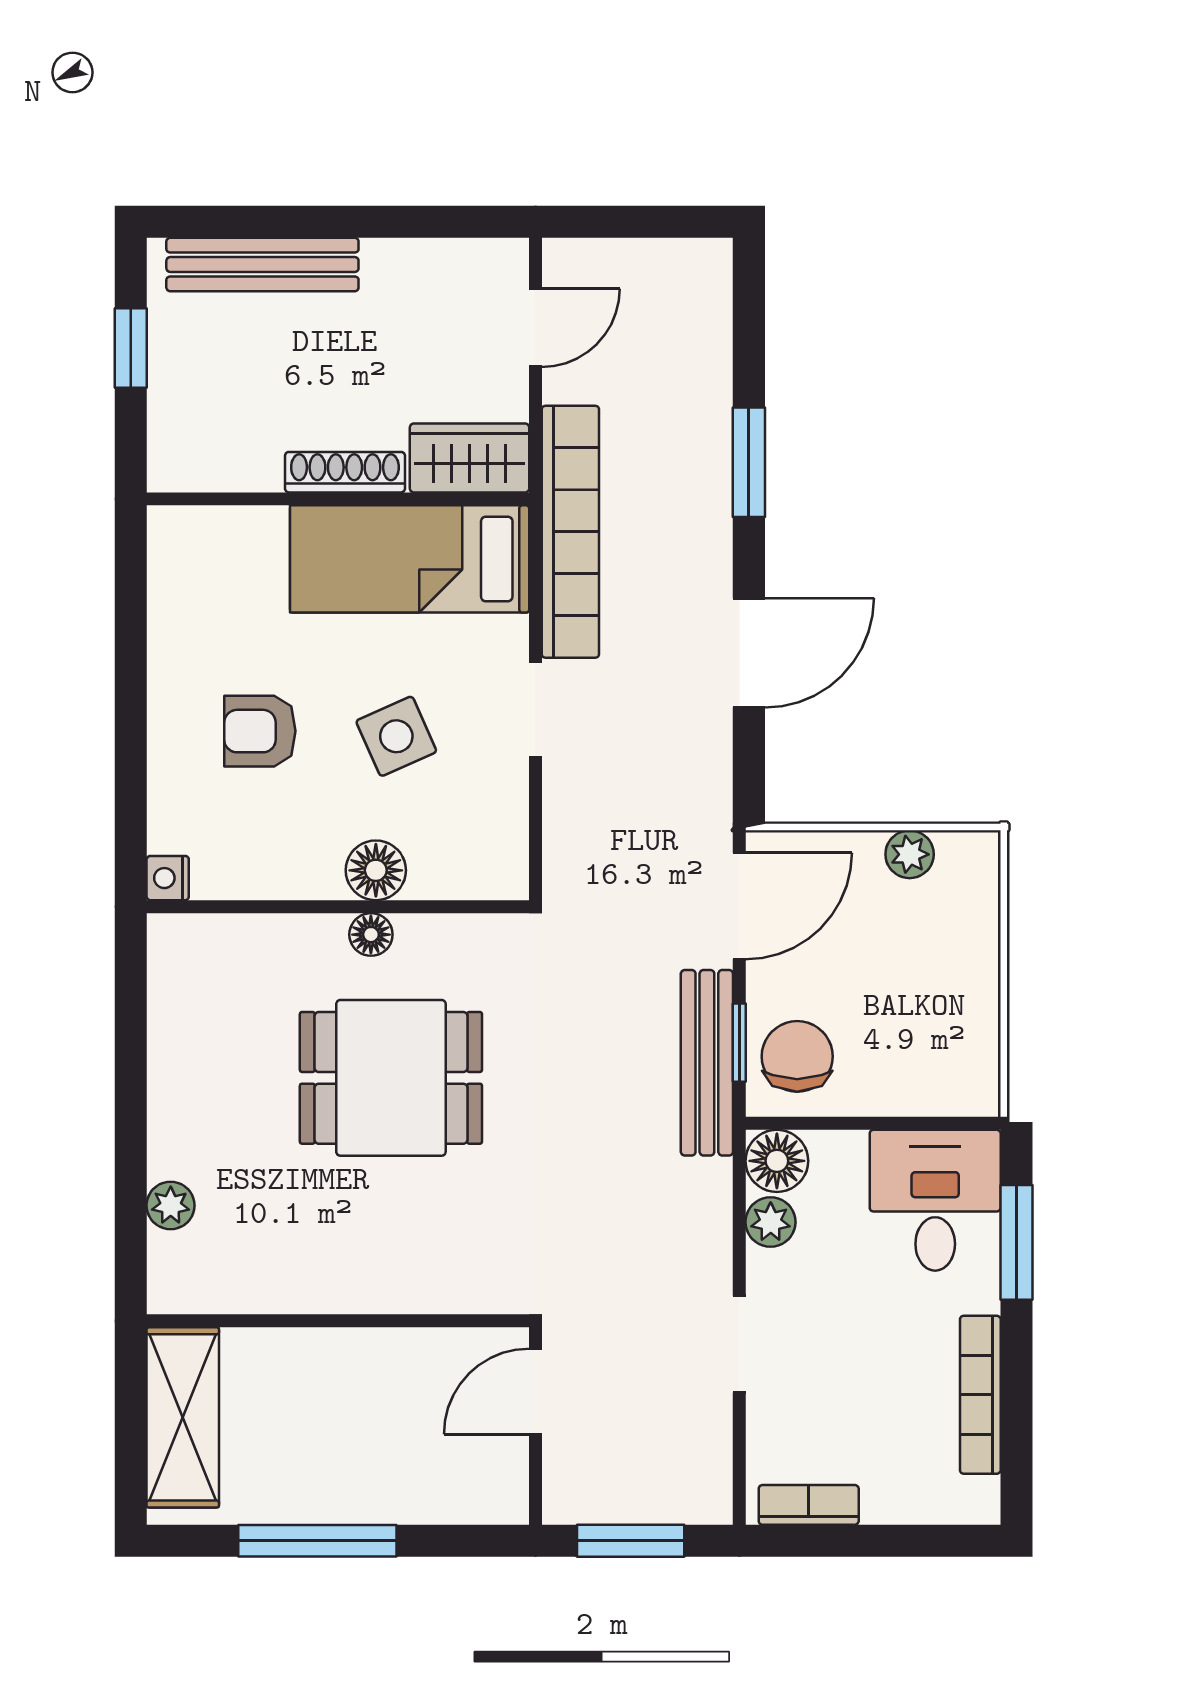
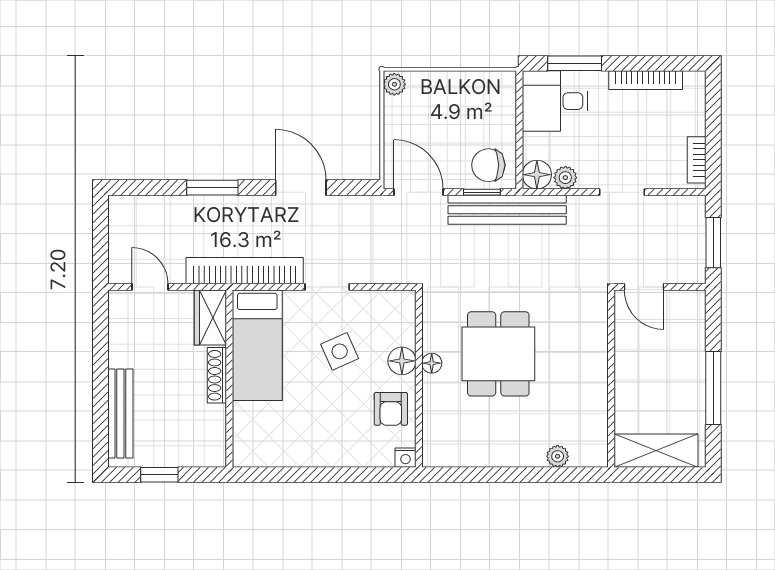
armchair: (260, 731) -> (391, 409), moved
plant: (910, 854) -> (394, 84), moved
bench: (707, 1063) -> (507, 210), width x1.37, depth x1.21

